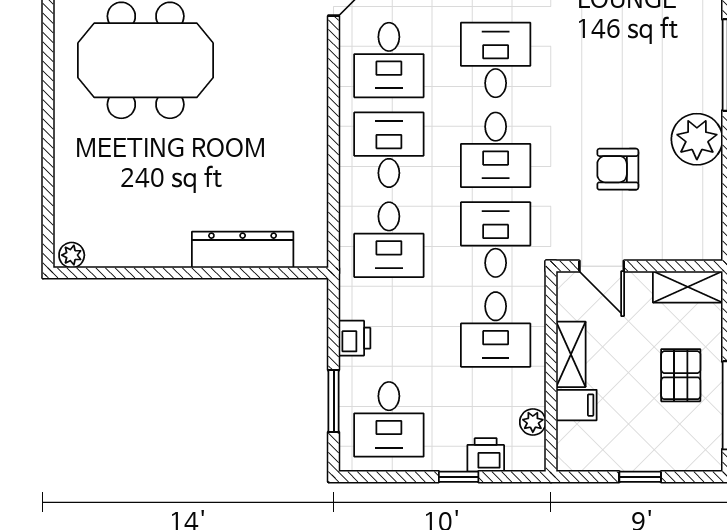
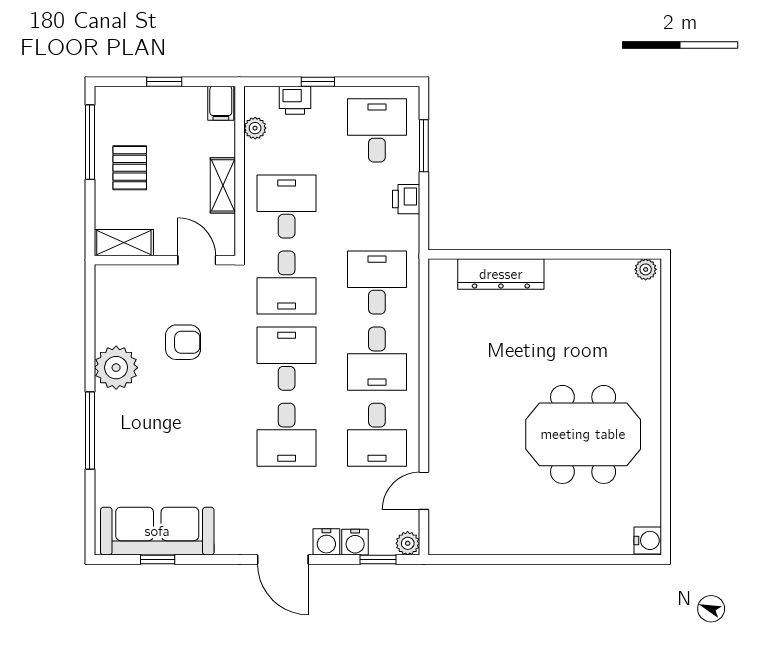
desk: (389, 60) -> (377, 435), turned 180
filing cabinet: (576, 405) -> (221, 103), moved, turned -90

